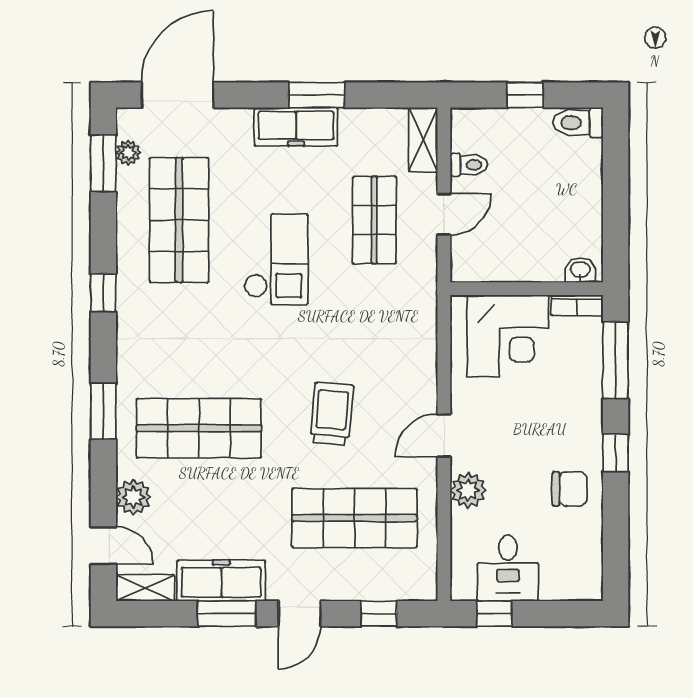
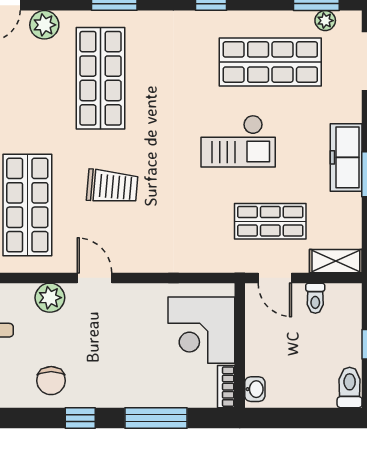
washbasin: (580, 270) -> (255, 389), moved
wall: (527, 289) -> (240, 345), moved
bookcase: (577, 305) -> (226, 387), moved
corner desk: (508, 336) -> (201, 330), moved

